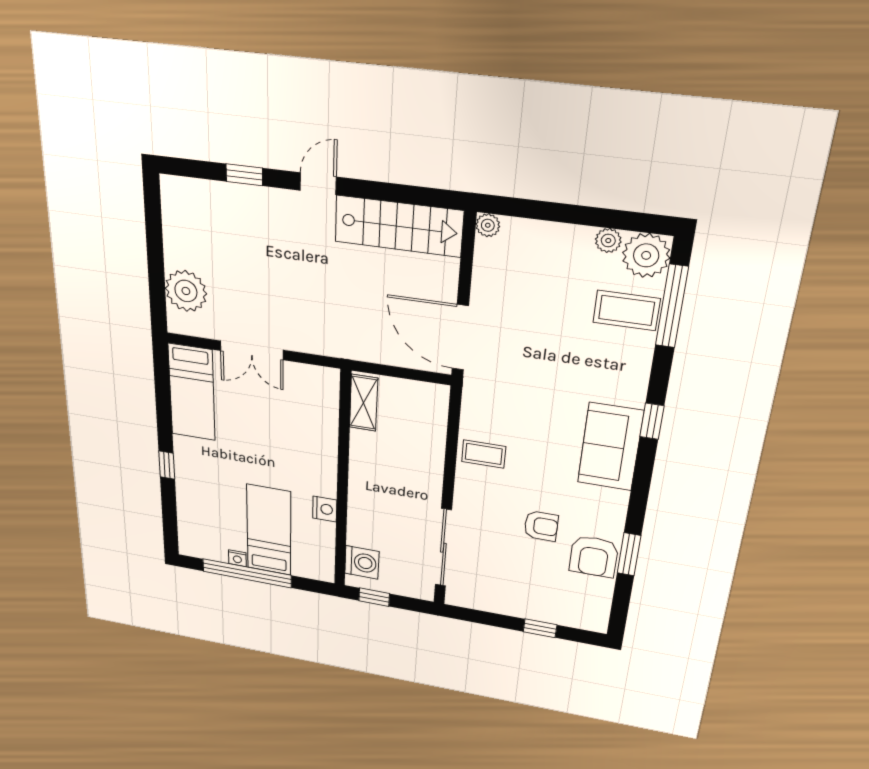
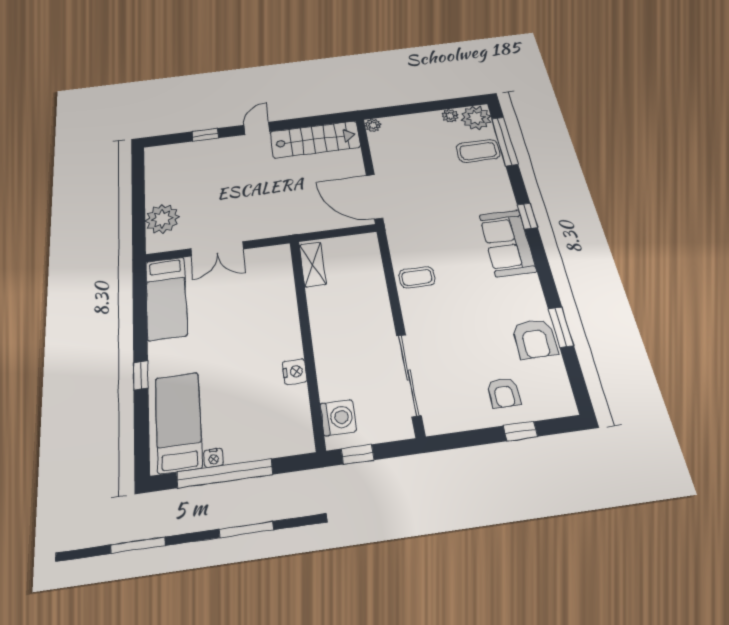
armchair: (541, 526) -> (504, 393), moved, turned 90
bed: (269, 530) -> (178, 422), moved

